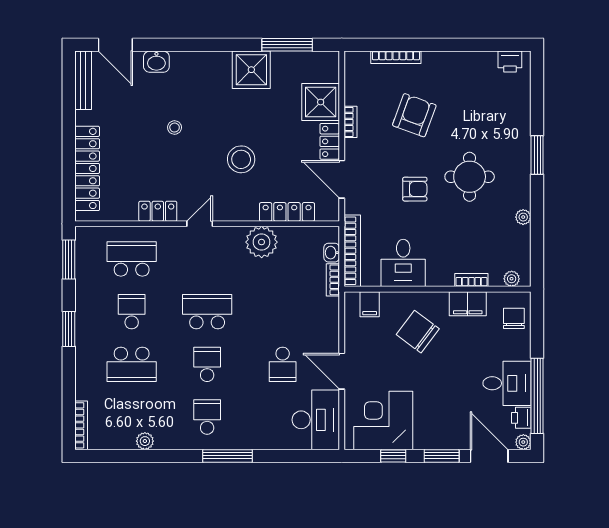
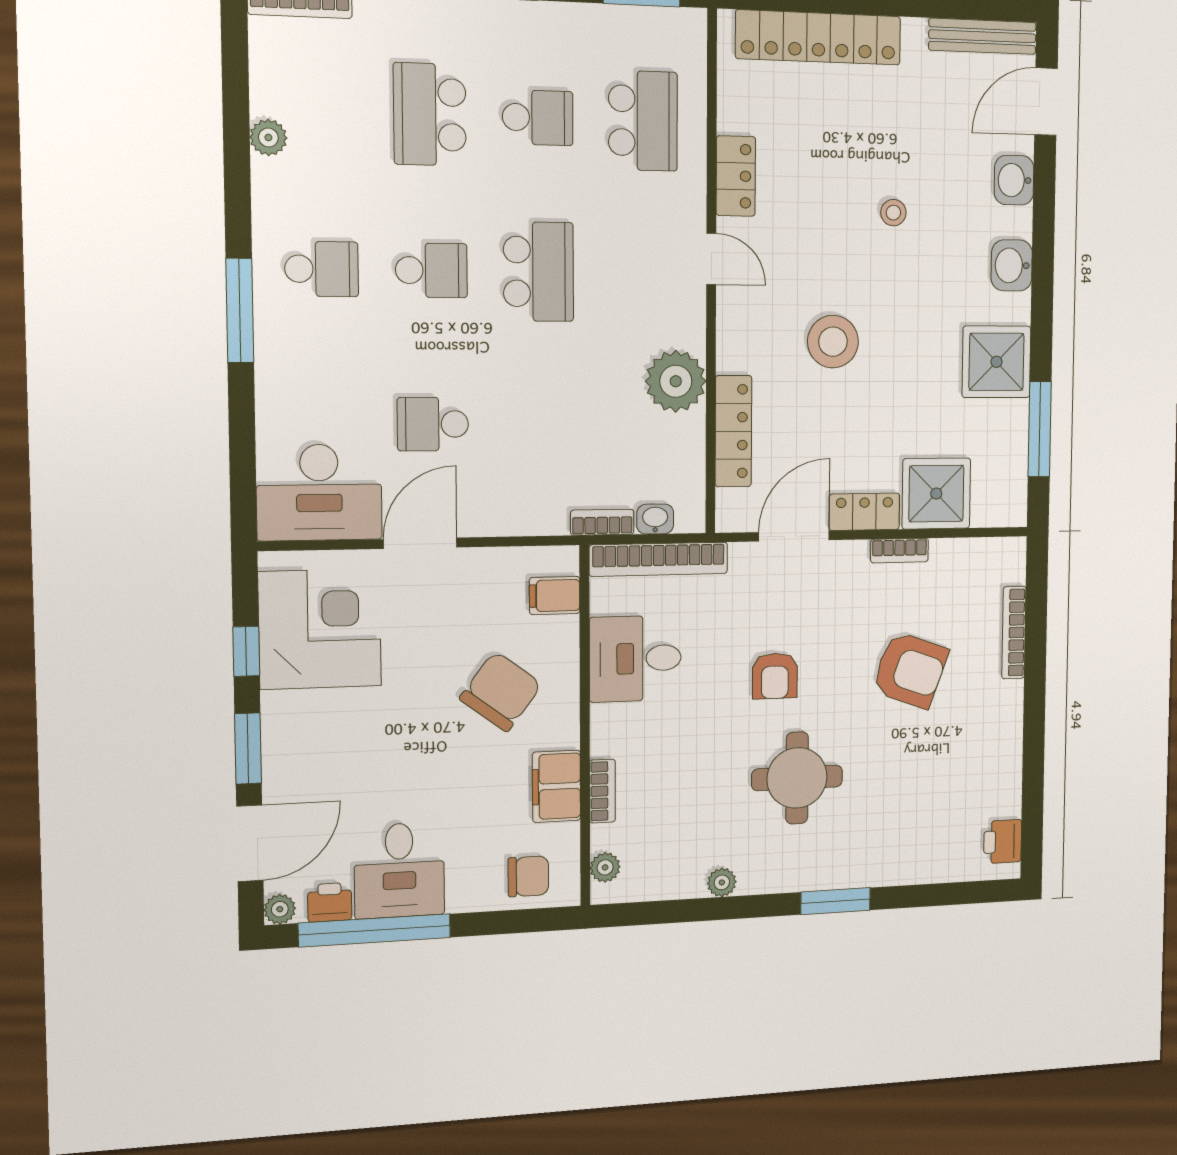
washbasin: (201, 62) -> (1012, 265), added

